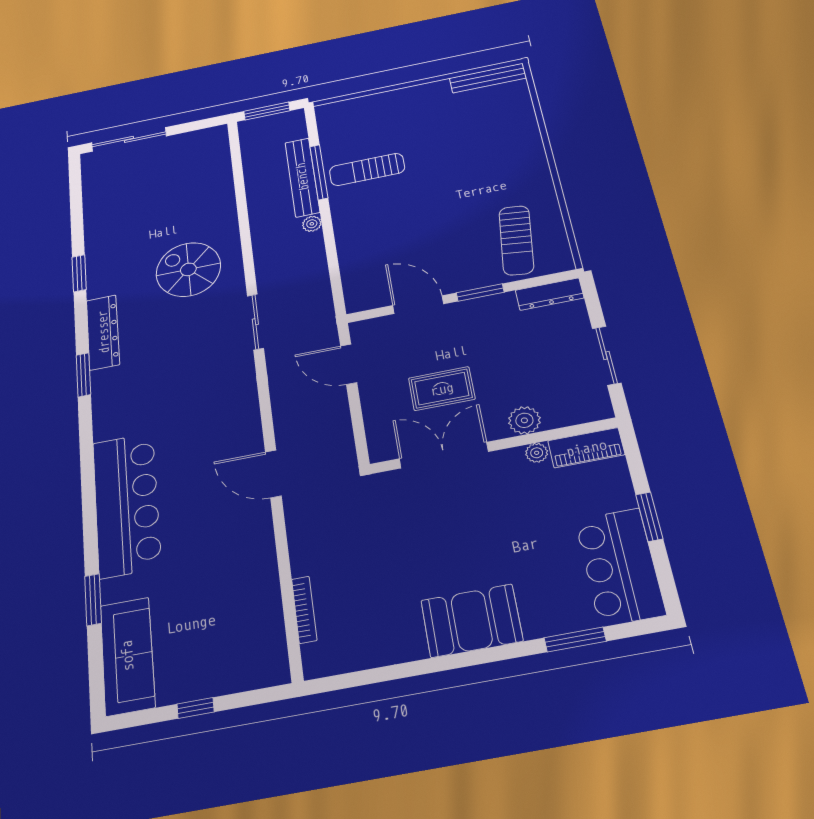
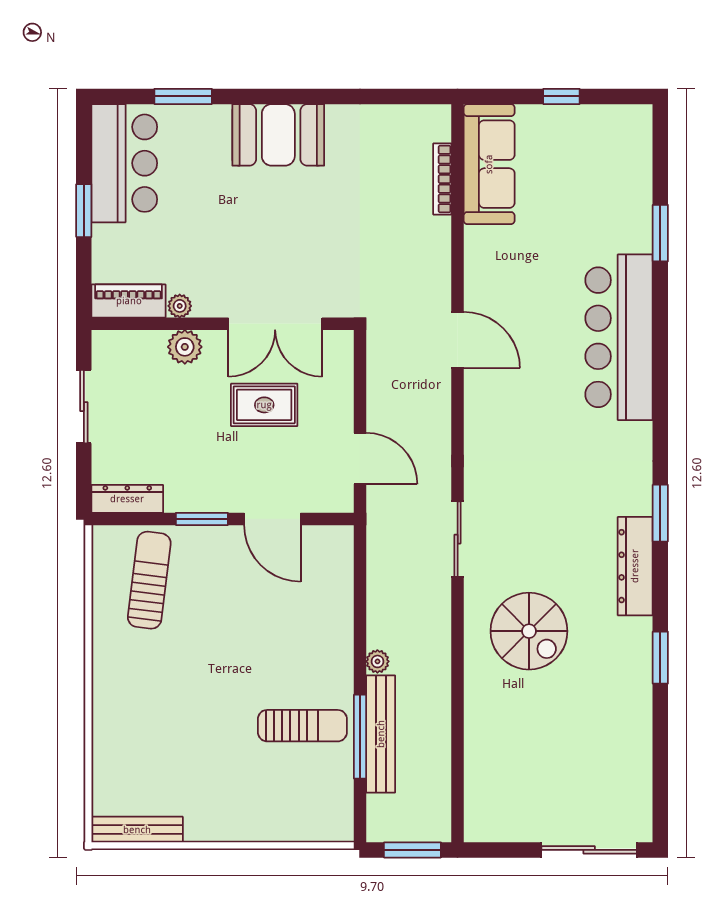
sofa: (127, 656) -> (489, 164), moved, turned 180

